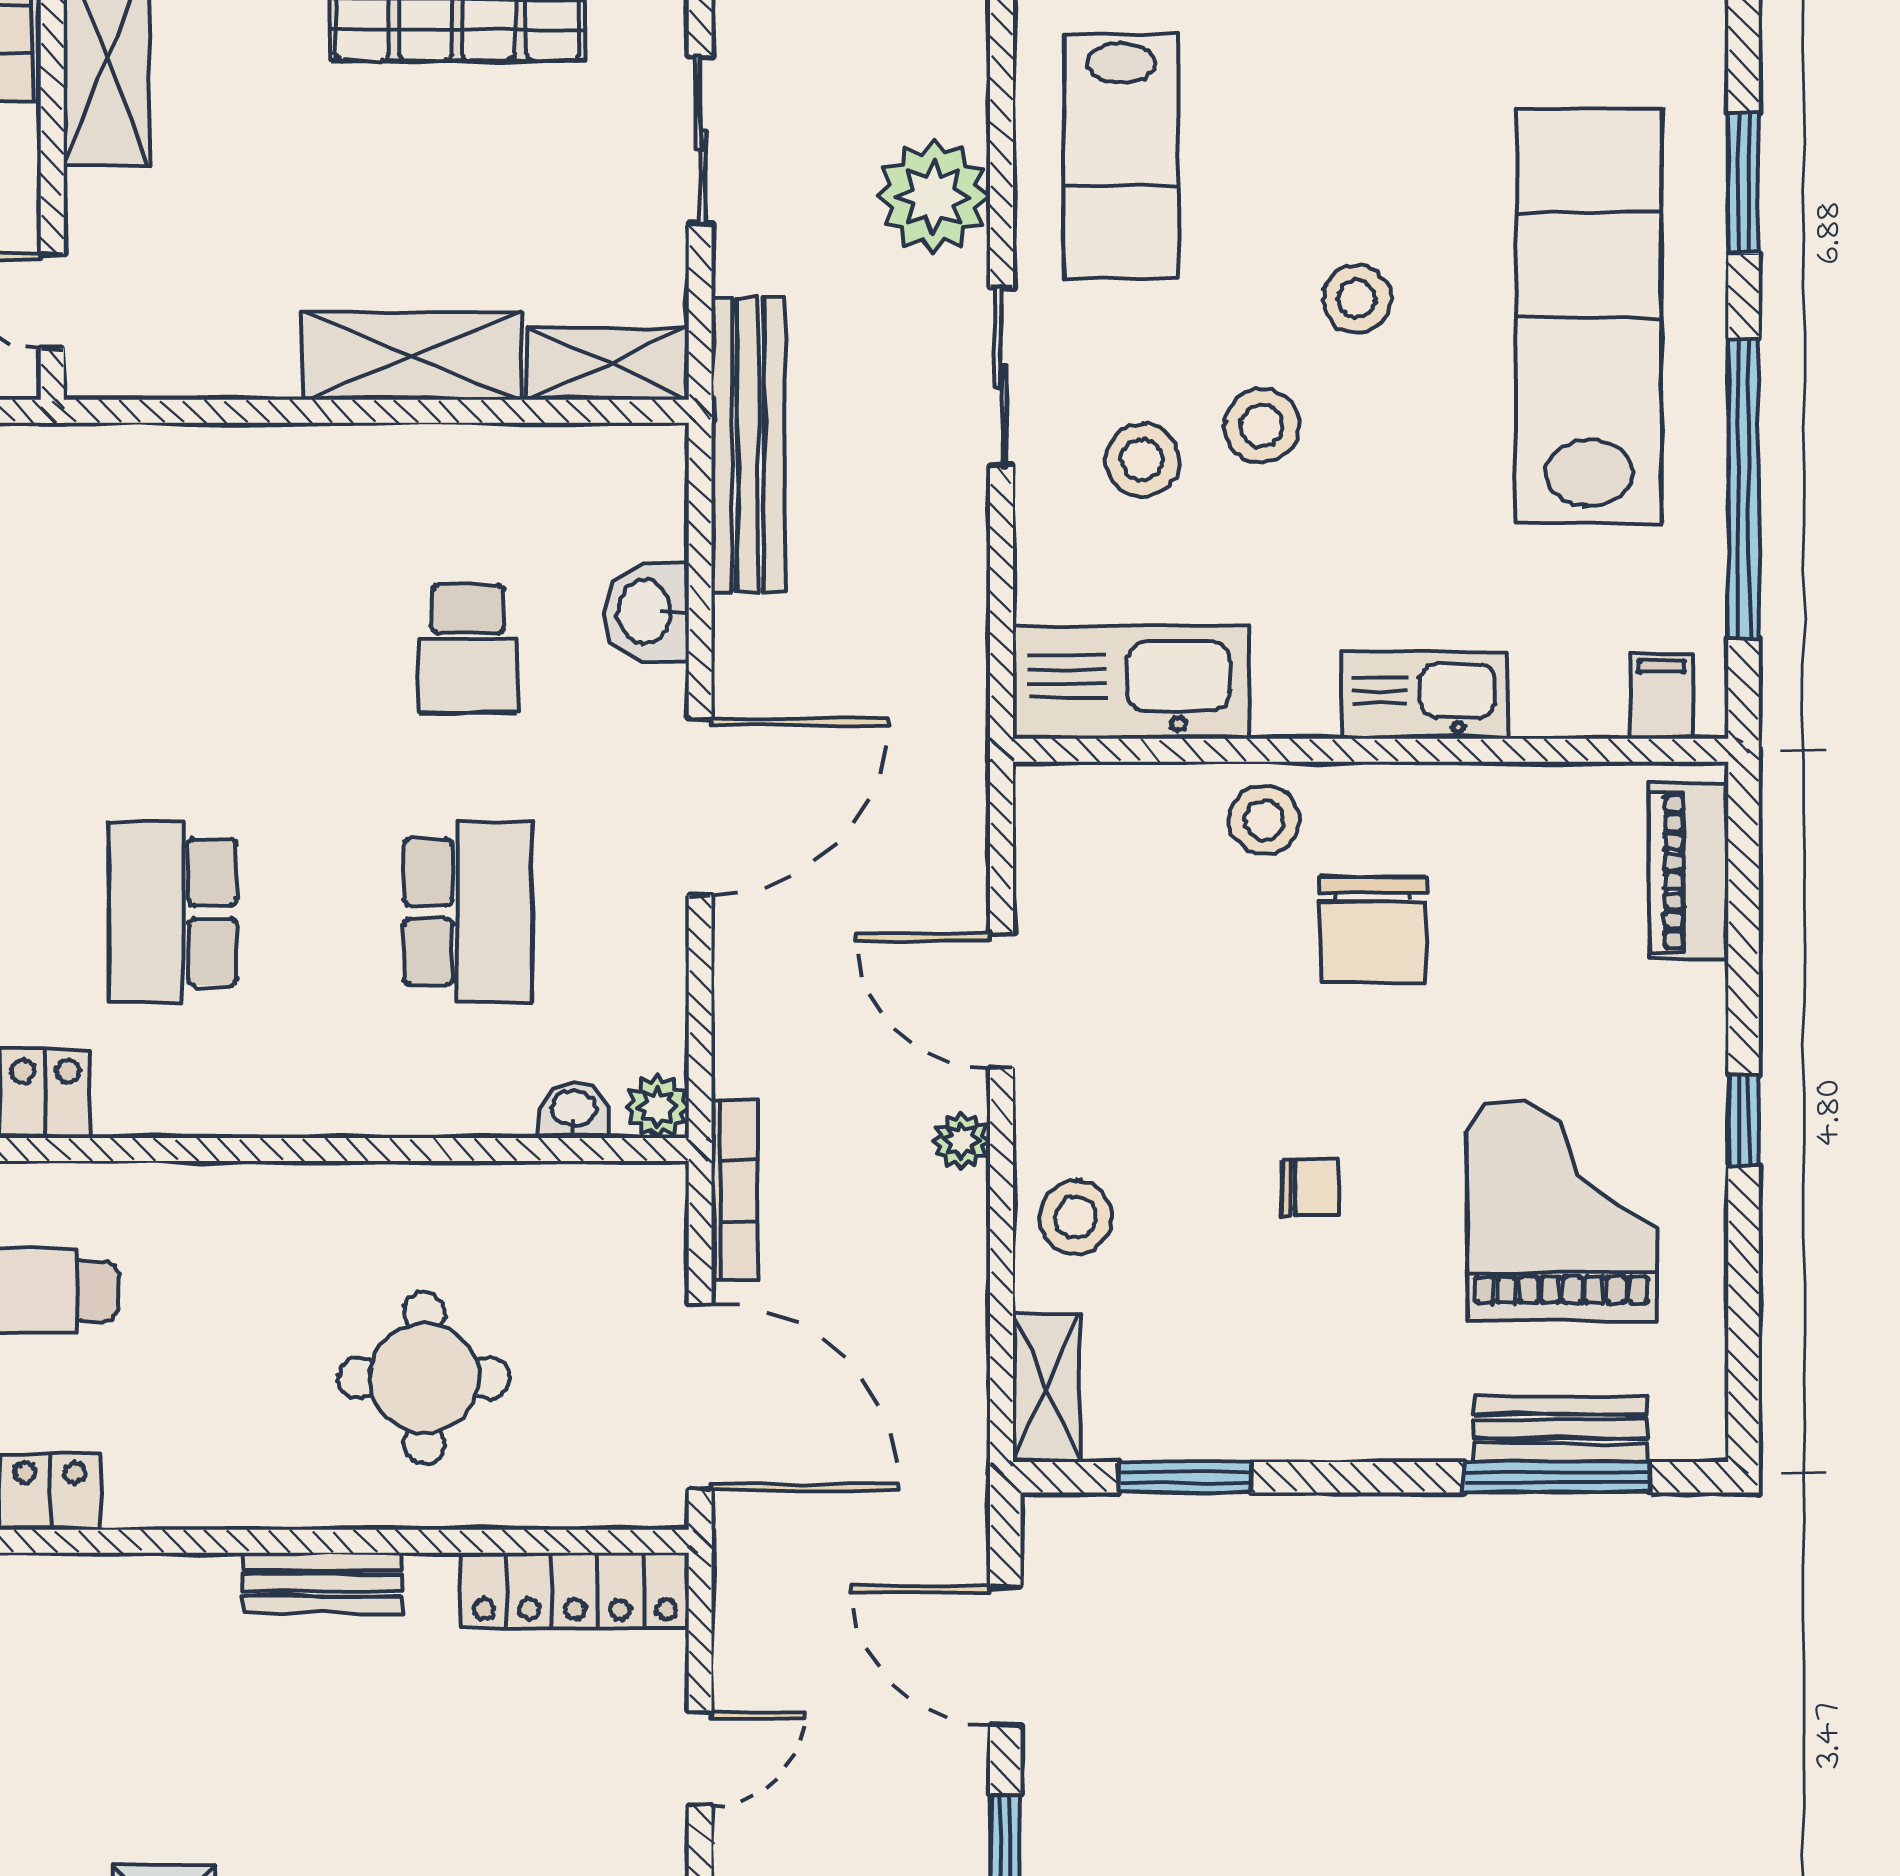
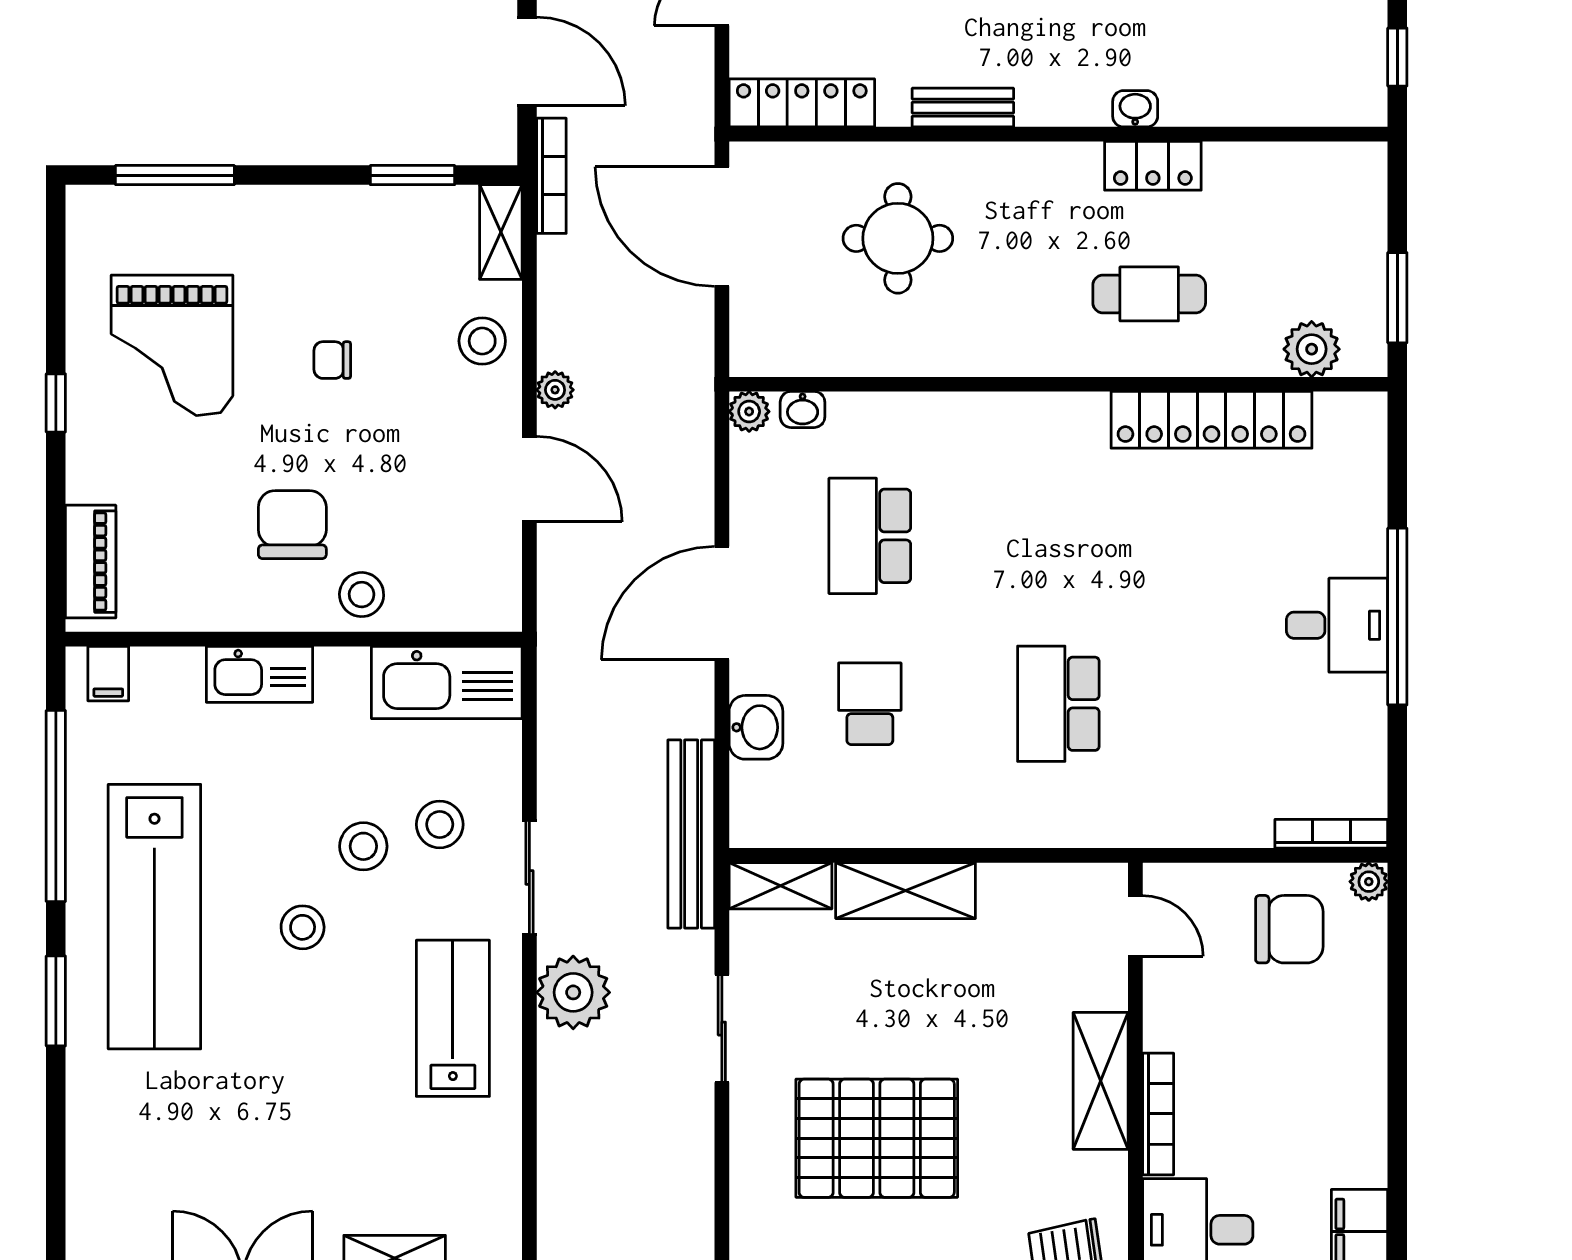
school desk: (173, 912) -> (1058, 704), moved, turned 180
bookcase: (735, 1190) -> (551, 176), moved, turned 180
bench: (1560, 1429) -> (173, 206), removed
washbasin: (52, 1581) -> (1135, 109), added

